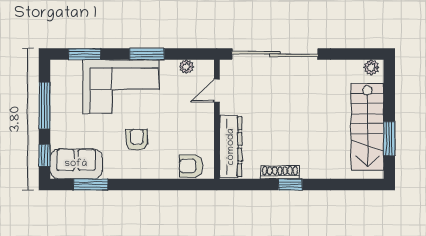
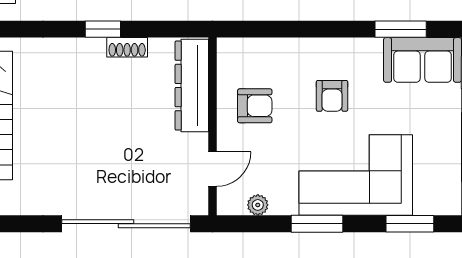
armchair: (191, 166) -> (255, 106), moved
shoe rack: (280, 172) -> (127, 47), width x0.70

